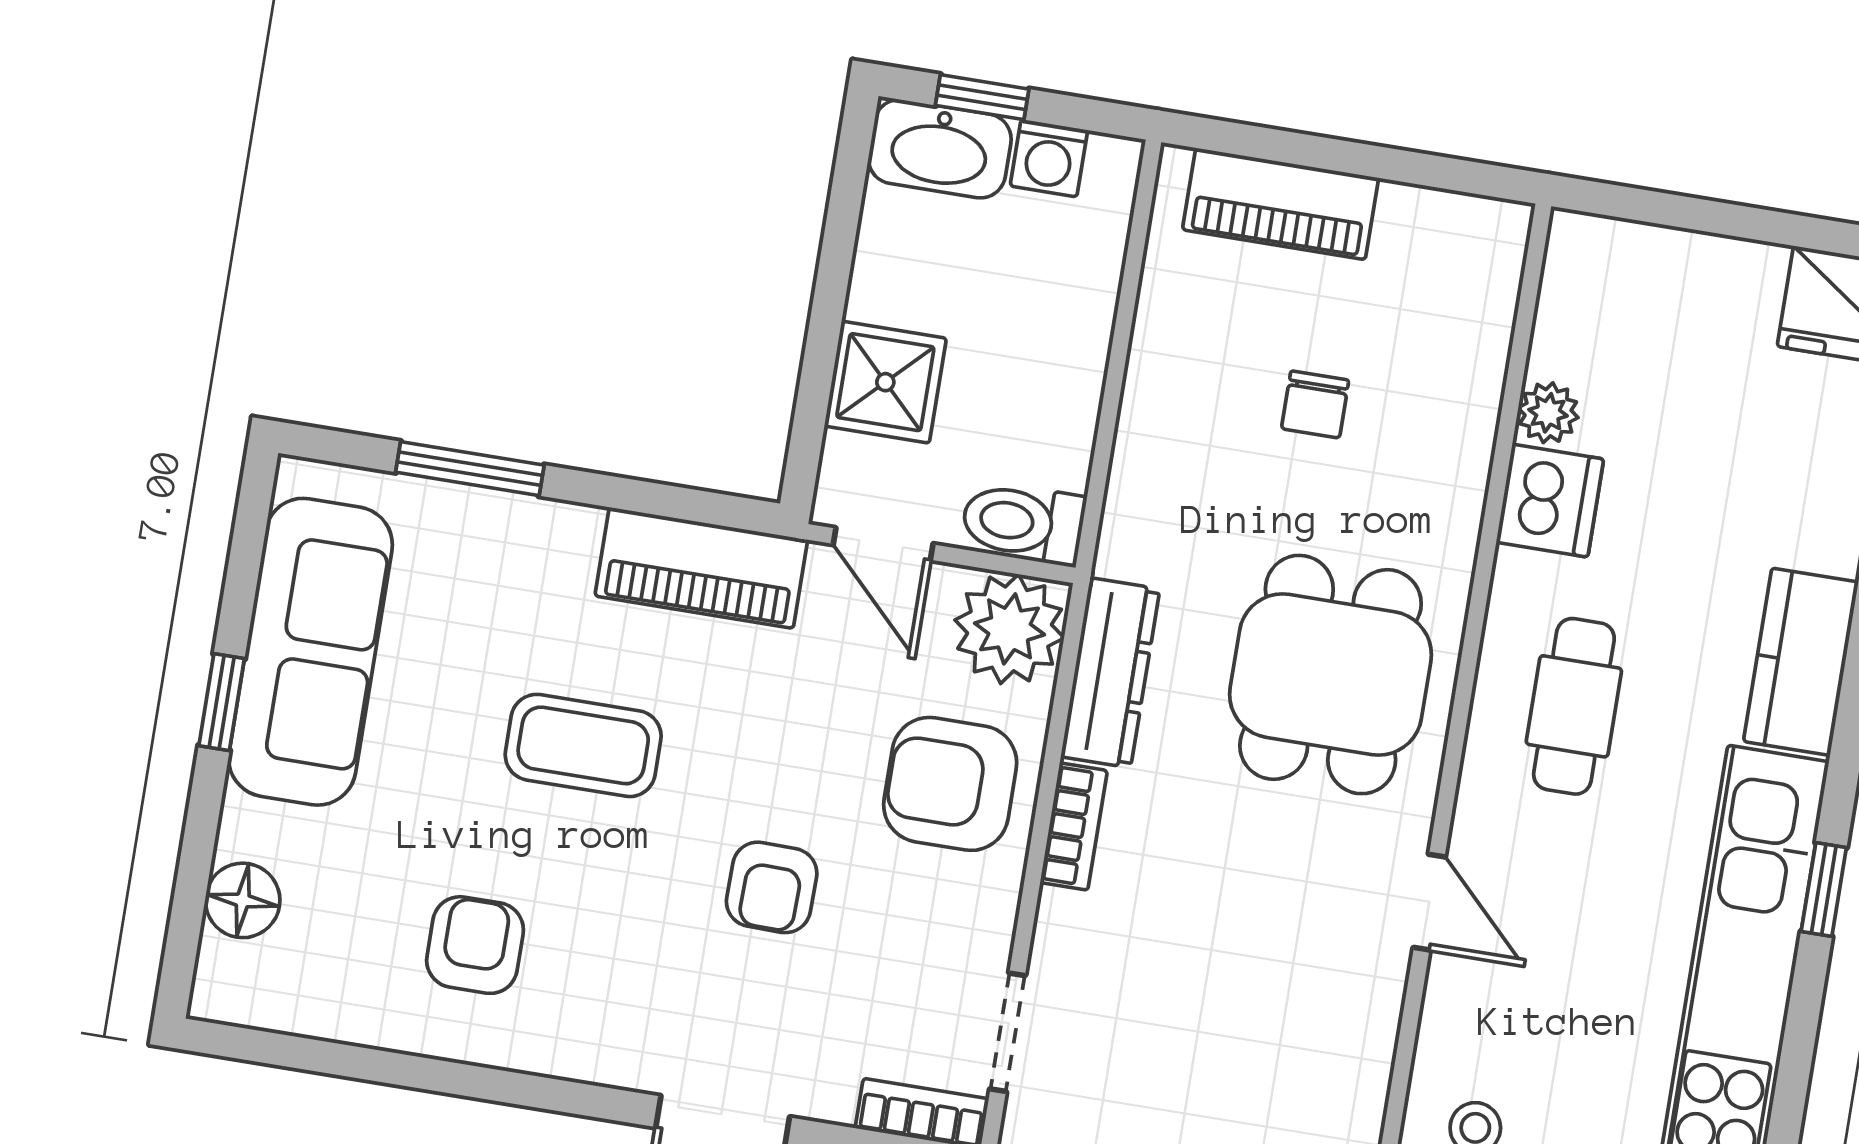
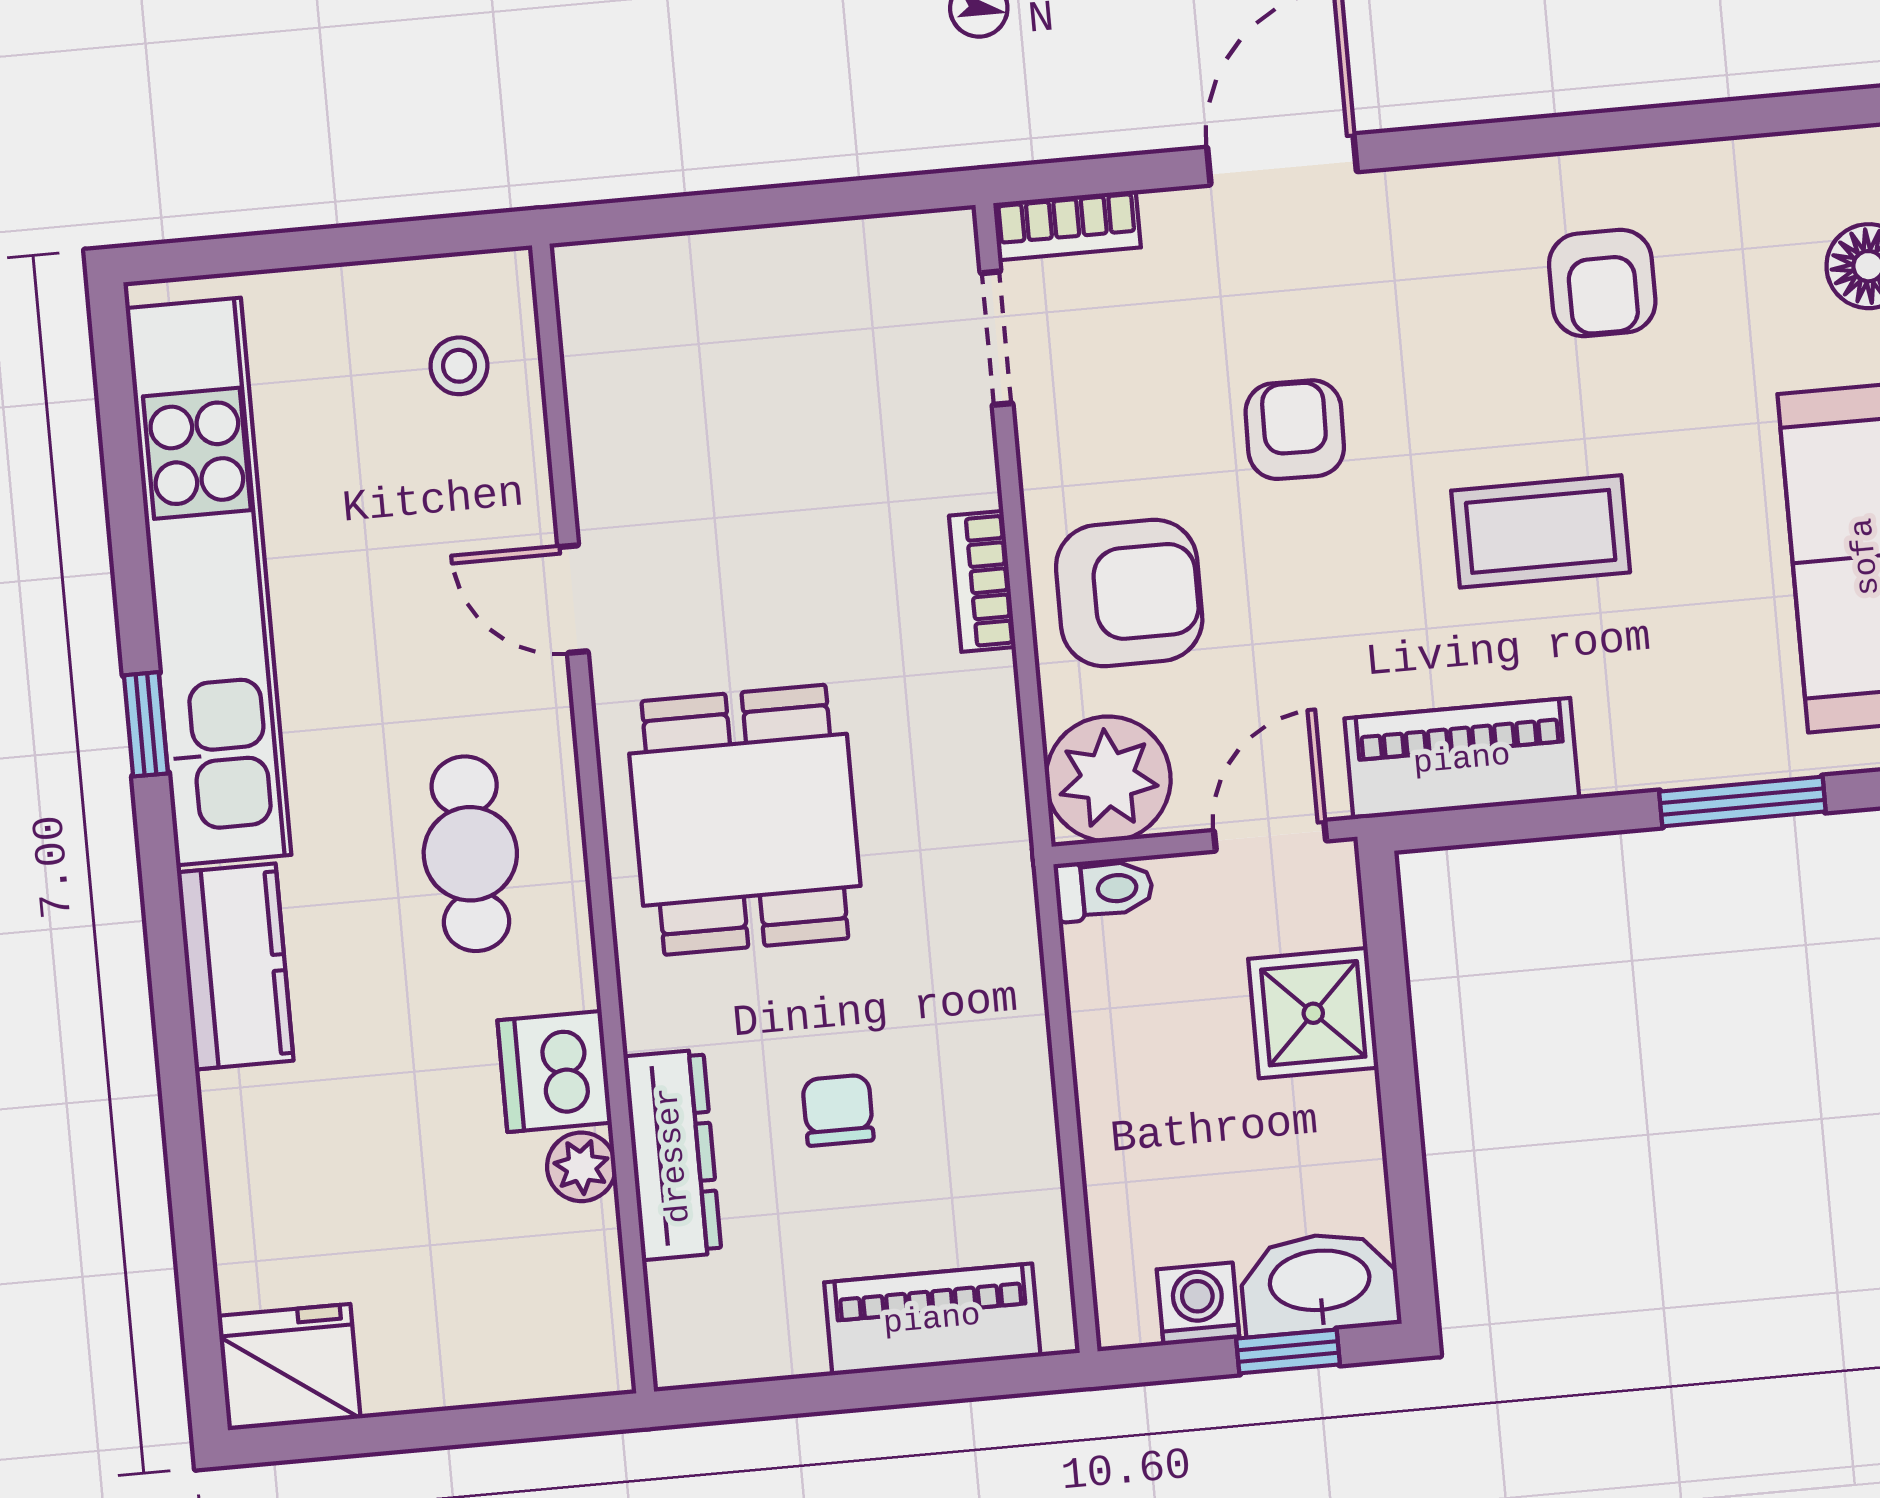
toilet: (1023, 523) -> (1104, 889), width x0.73, depth x0.72
door: (883, 544) -> (1270, 836), hinge flipped
dresser: (1110, 673) -> (673, 1155), moved, turned 180

